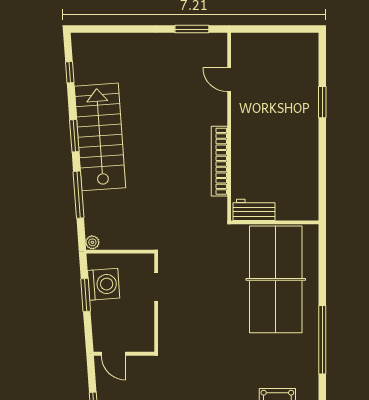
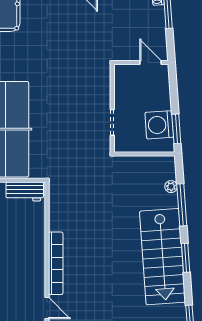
bookcase: (219, 161) -> (56, 263), moved
plant: (92, 242) -> (171, 187), moved
window: (86, 295) -> (176, 129), moved

